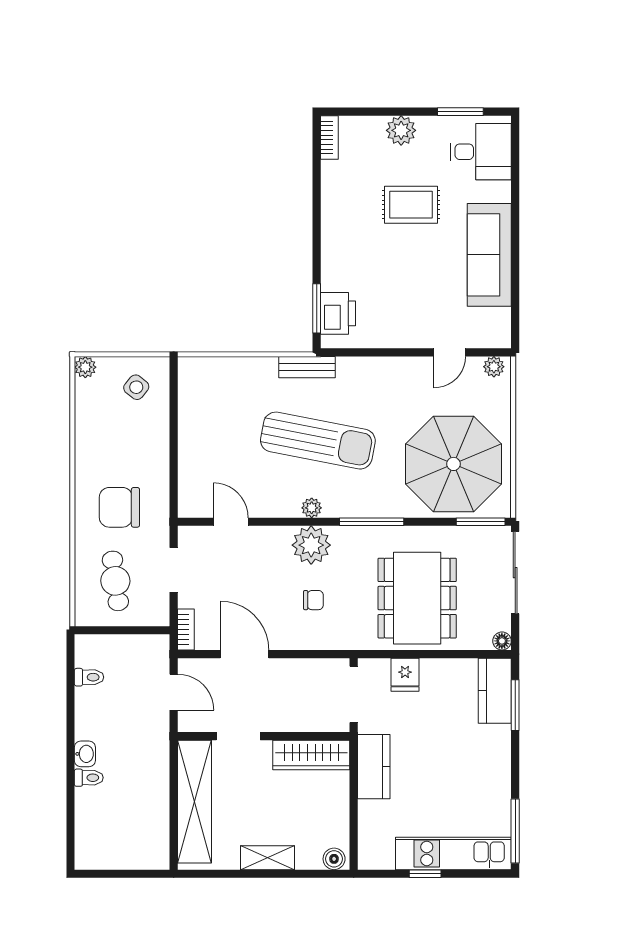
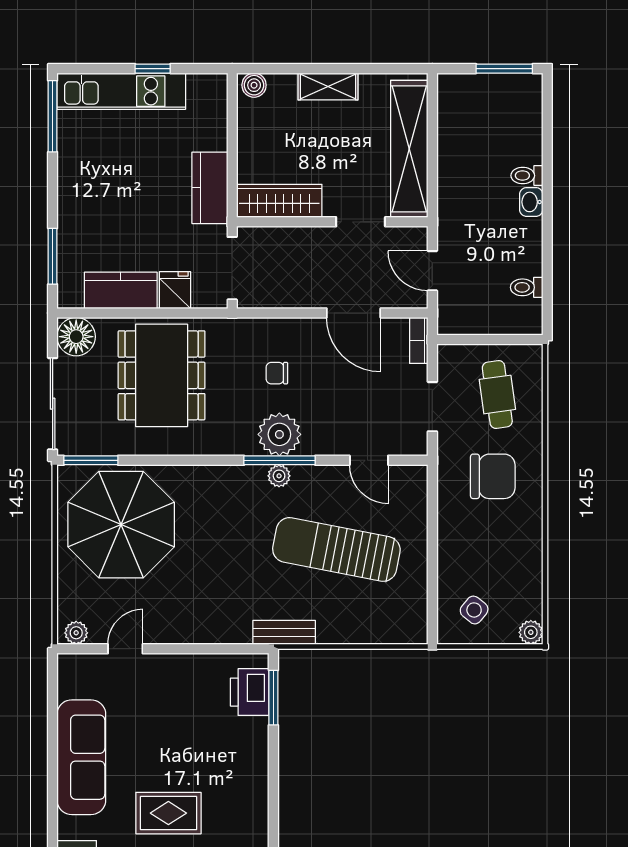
sun lounger: (318, 441) -> (336, 549), moved
window: (372, 522) -> (280, 460), moved
floor lamp: (502, 641) -> (76, 337), width x1.89, depth x1.89
kitchen counter: (495, 691) -> (121, 290), moved, turned -90
window: (109, 874) -> (504, 69), added

